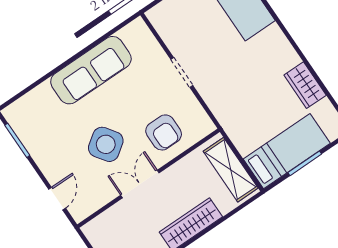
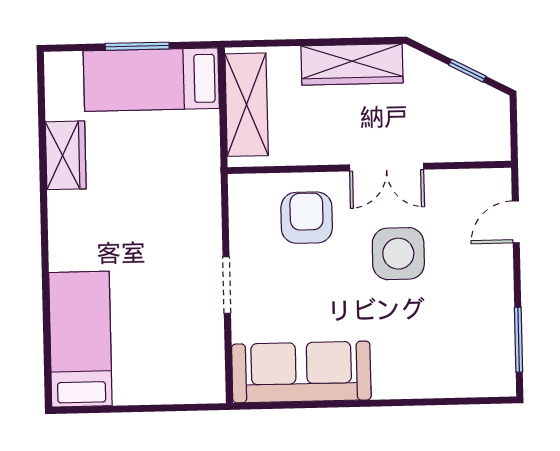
sofa: (91, 70) -> (301, 372), moved
side table: (106, 144) -> (398, 254), turned 35

